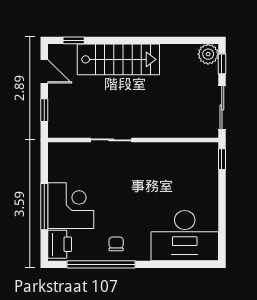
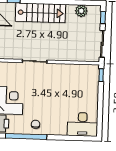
plant: (208, 54) -> (81, 11), moved
desk: (185, 236) -> (82, 124), width x0.73, depth x0.77

